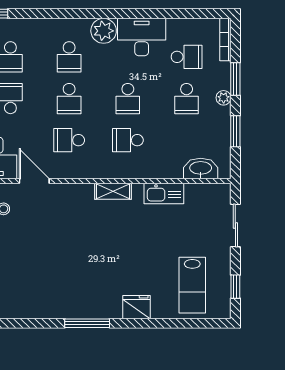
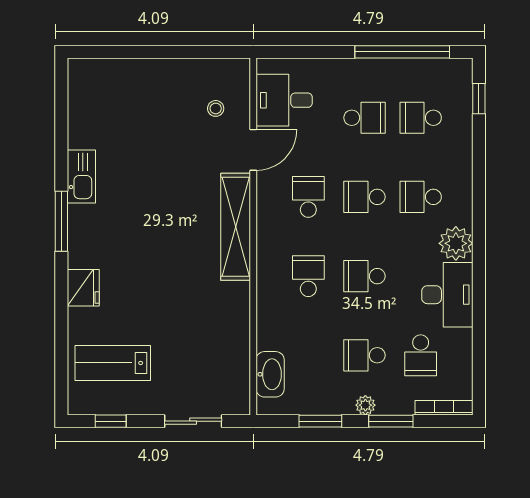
shelving: (113, 191) -> (236, 227), width x2.20, depth x1.33
kitchen sink: (164, 194) -> (81, 176), moved, turned 180

